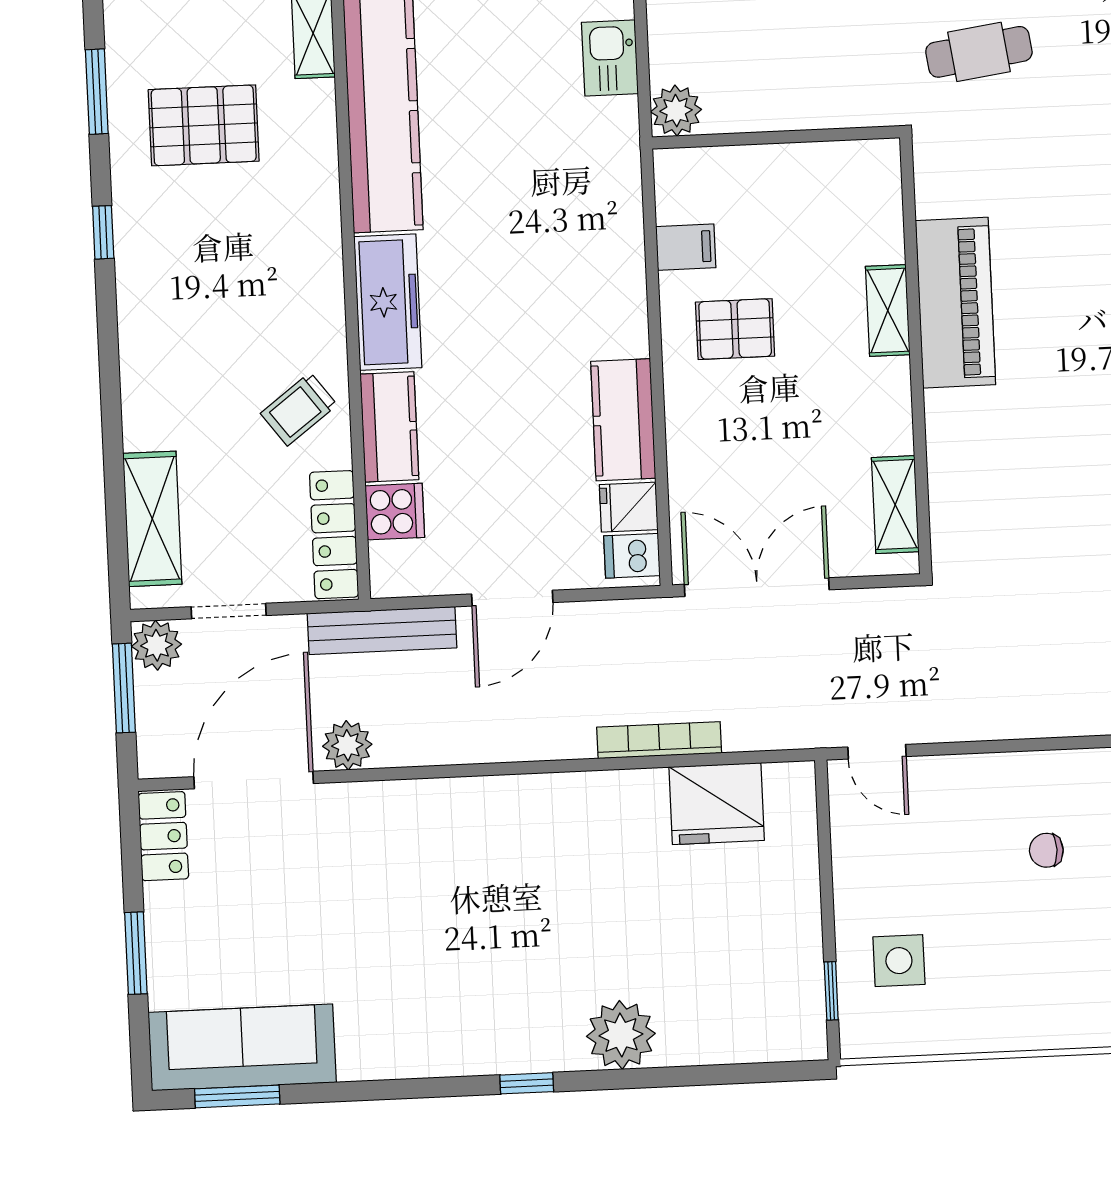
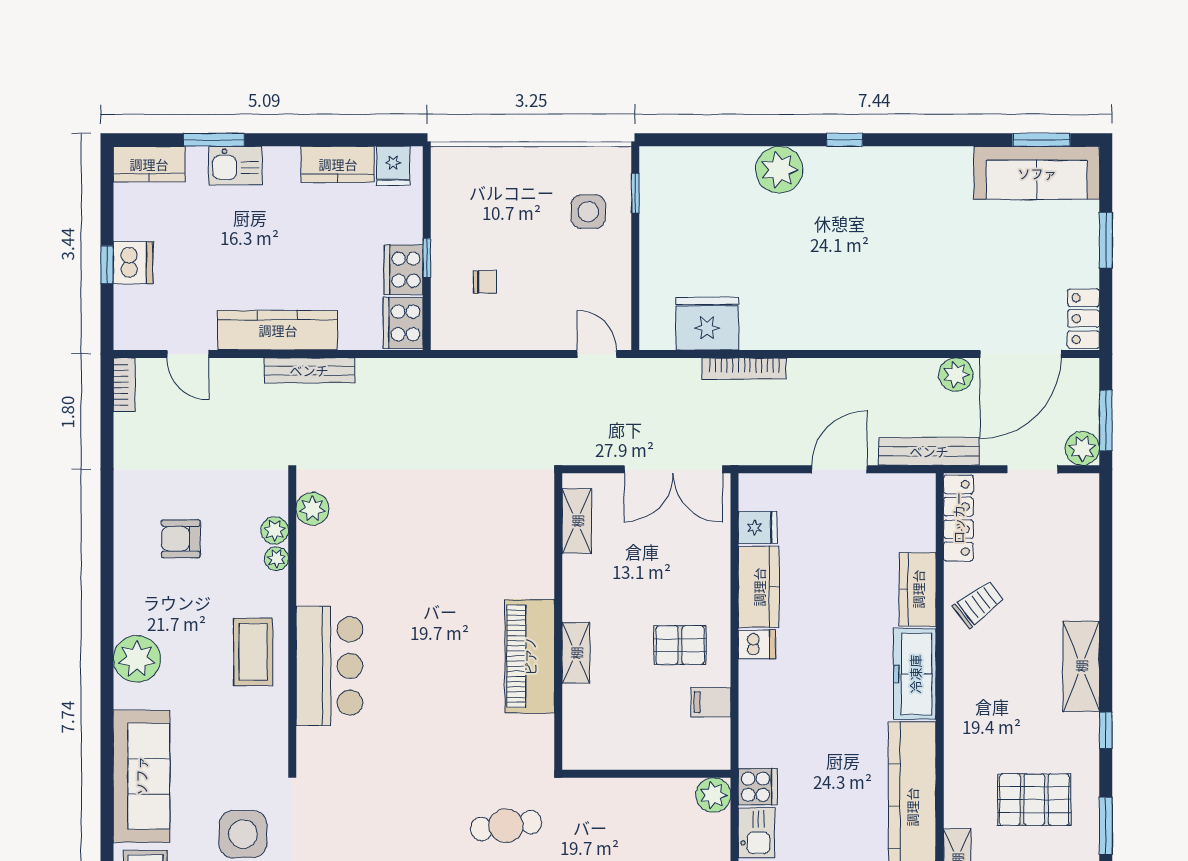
cooker: (395, 512) -> (758, 787), moved, turned 180
shelving: (152, 519) -> (1081, 666), moved
dishwasher: (632, 556) -> (757, 645), moved

